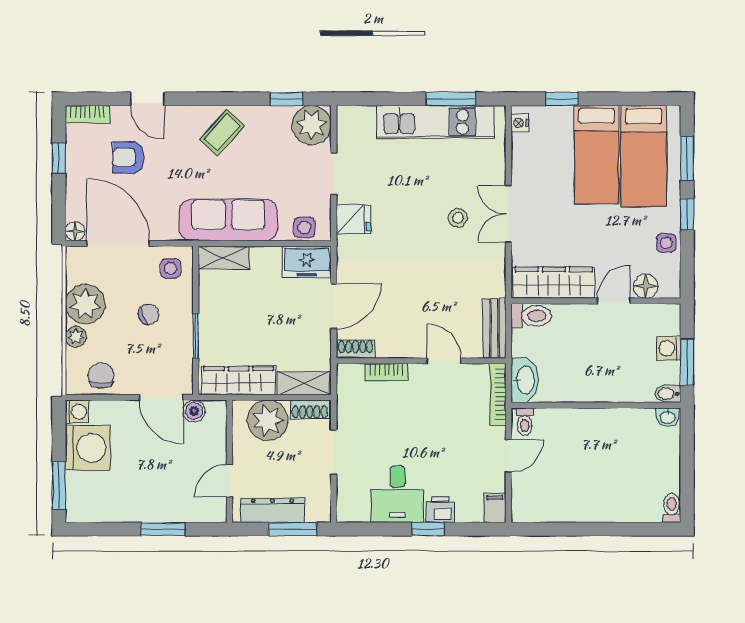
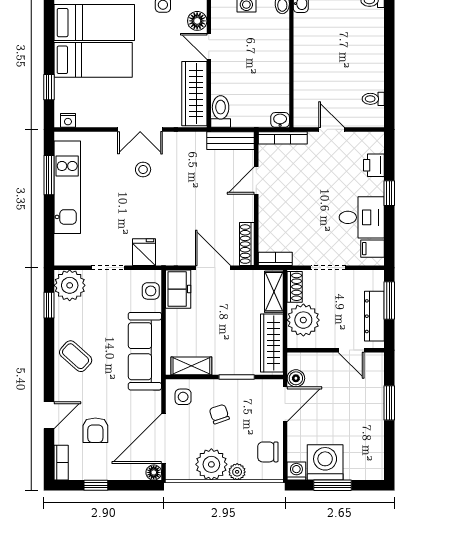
shelving: (224, 258) -> (191, 366), moved, turned 90
shoe rack: (356, 349) -> (247, 244), width x1.43
bookcase: (387, 372) -> (275, 259), moved, turned -90
washbasin: (525, 380) -> (280, 120), width x0.52, depth x0.69
toilet: (525, 422) -> (373, 99), moved, turned 180
window: (59, 485) -> (333, 485), moved
filing cabinet: (495, 508) -> (372, 249), moved
printer: (440, 509) -> (374, 165), moved

